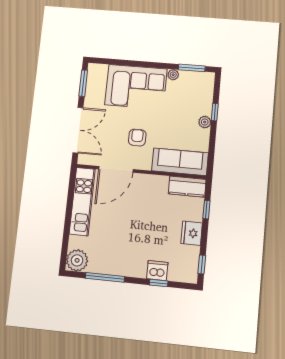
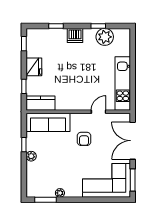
corner sofa: (136, 87) -> (106, 180), moved
window: (215, 112) -> (24, 145), moved
door: (116, 169) -> (99, 112), width x0.53
plant: (77, 260) -> (105, 37), moved
dishwasher: (157, 271) -> (75, 35), moved
window: (105, 277) -> (98, 26), width x0.46

